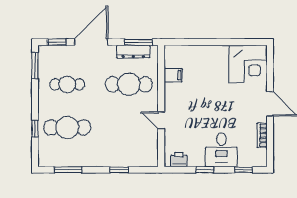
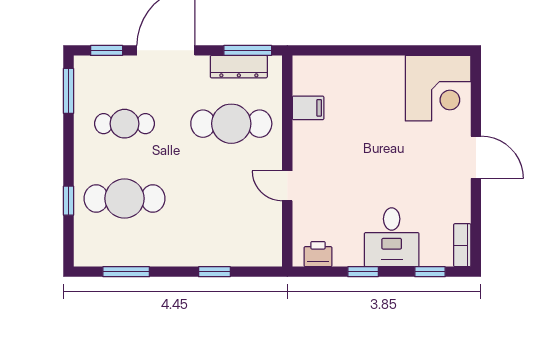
bookcase: (262, 135) -> (462, 245), moved

